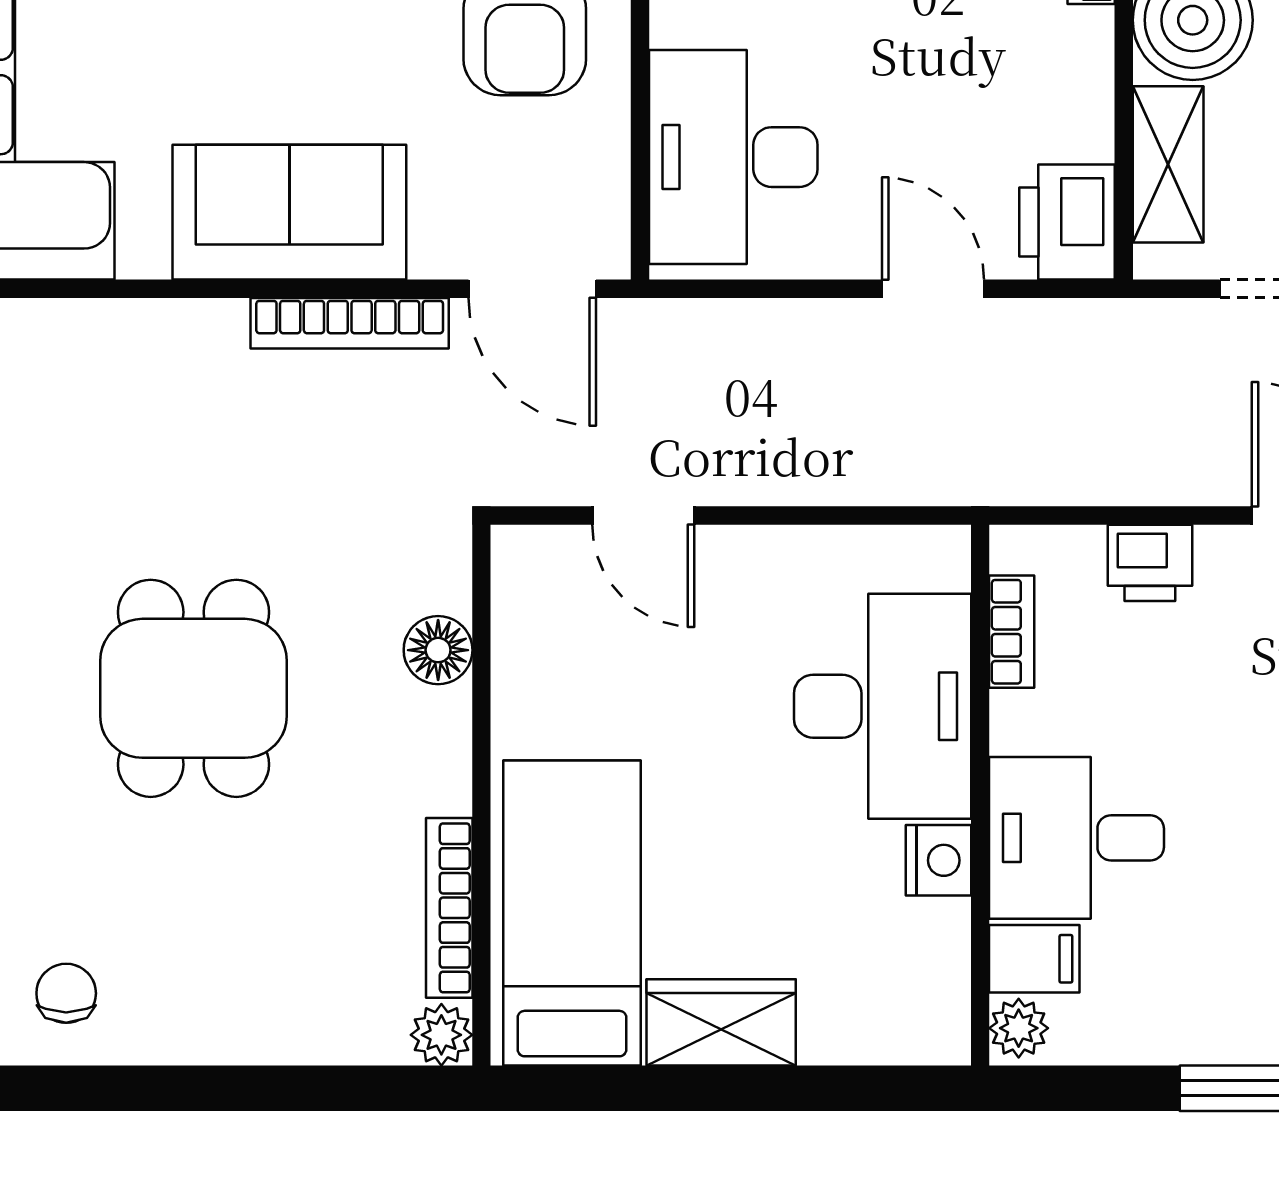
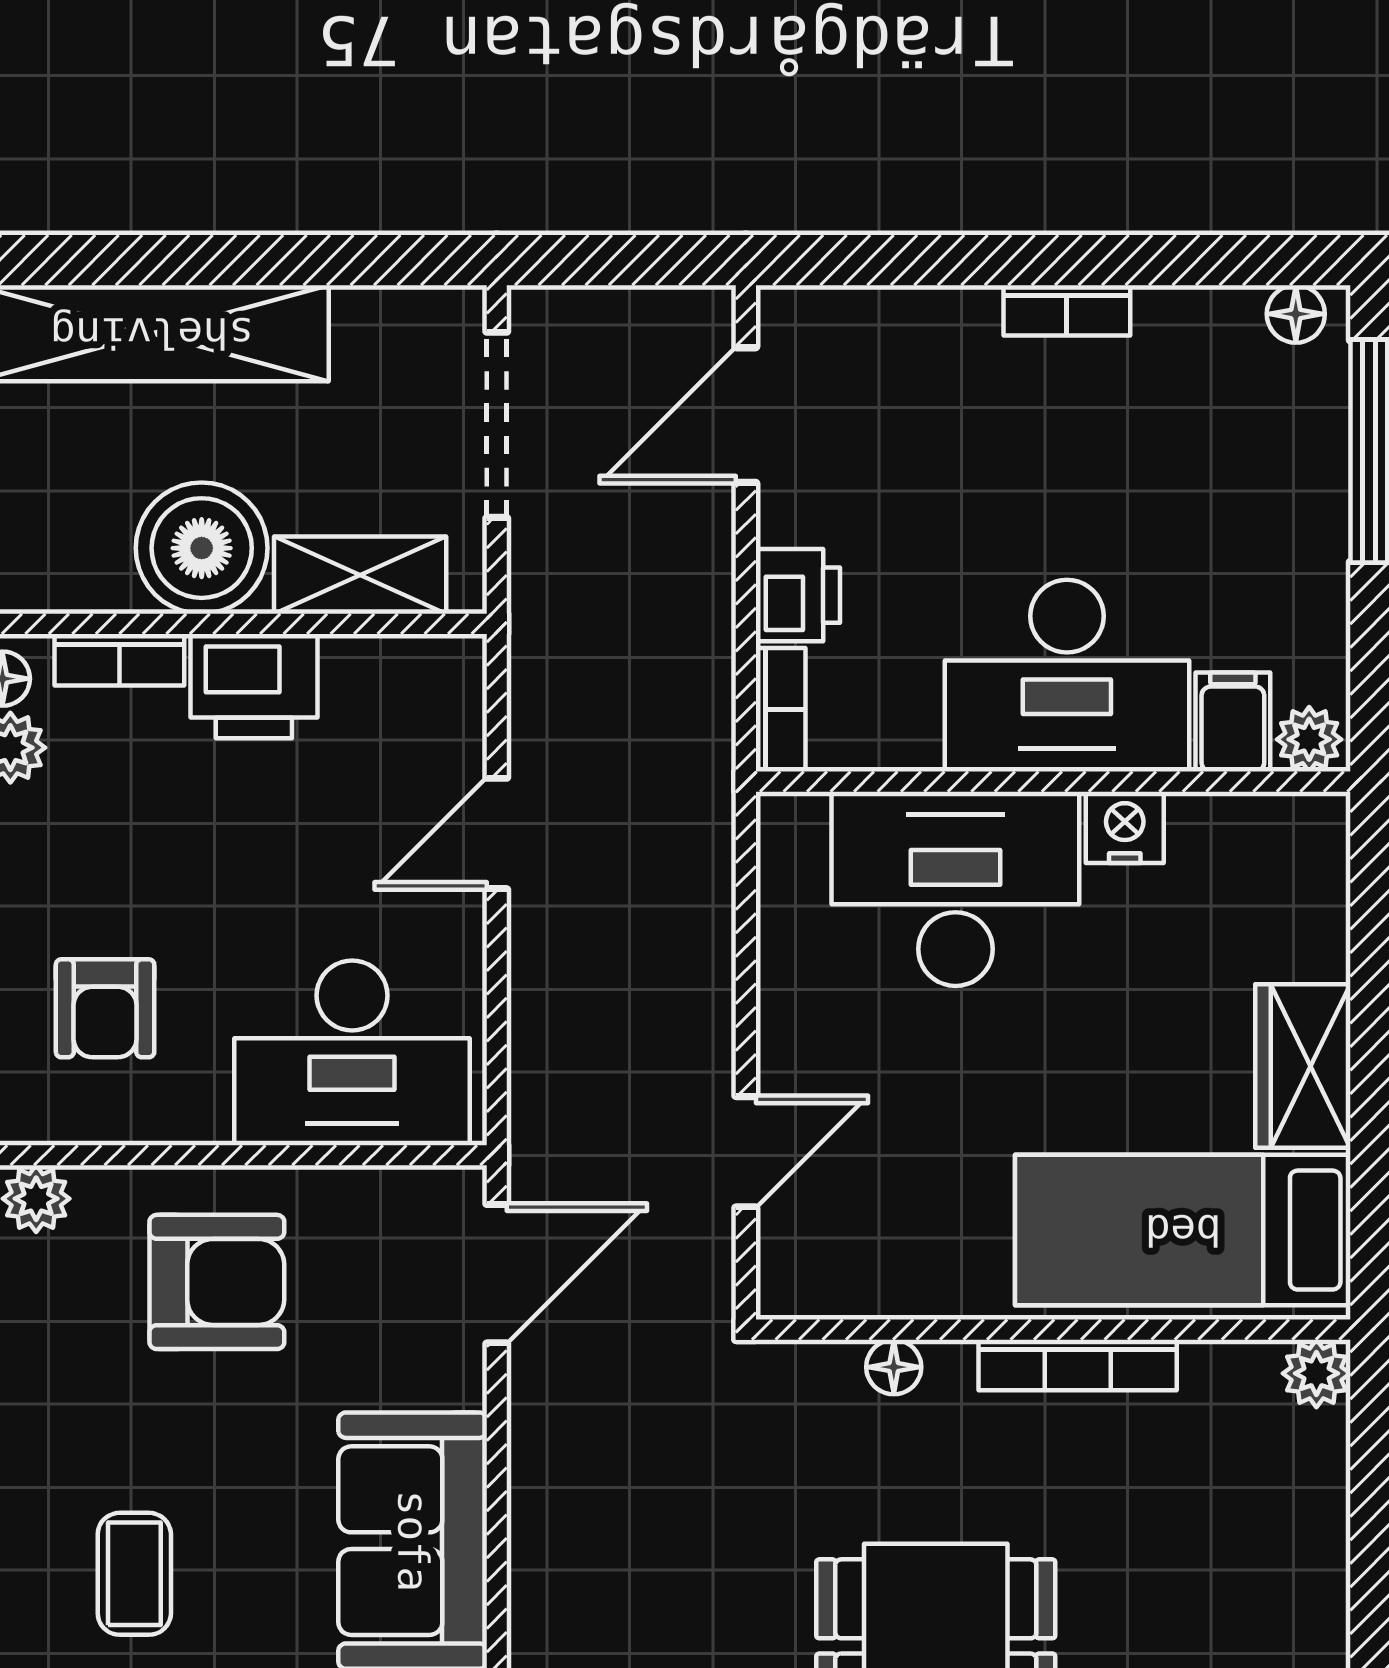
printer: (1067, 222) -> (254, 686), moved
bookcase: (350, 323) -> (535, 1474), removed
bookcase: (1012, 632) -> (781, 710), moved, turned 90
floor lamp: (438, 650) -> (894, 1367), width x0.73, depth x0.73
desk: (1077, 838) -> (1067, 676), width x1.37
bookcase: (449, 908) -> (1078, 1365), moved

